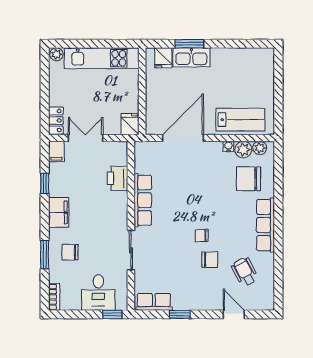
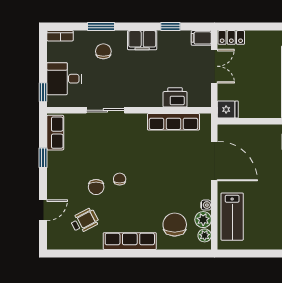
row of seats: (143, 200) -> (173, 122), moved

